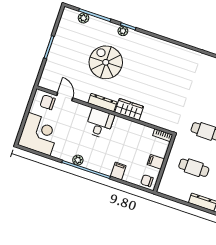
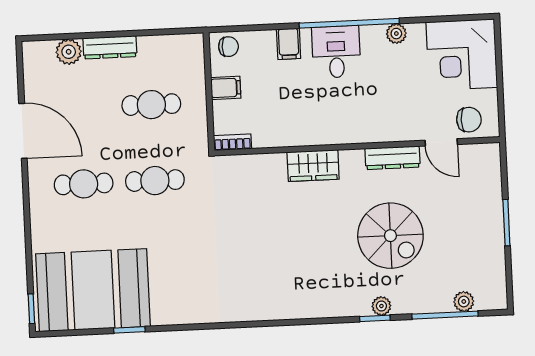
dresser: (102, 103) -> (393, 158), moved
desk: (100, 123) -> (336, 52), moved, turned 180
plant: (78, 160) -> (396, 34), moved

